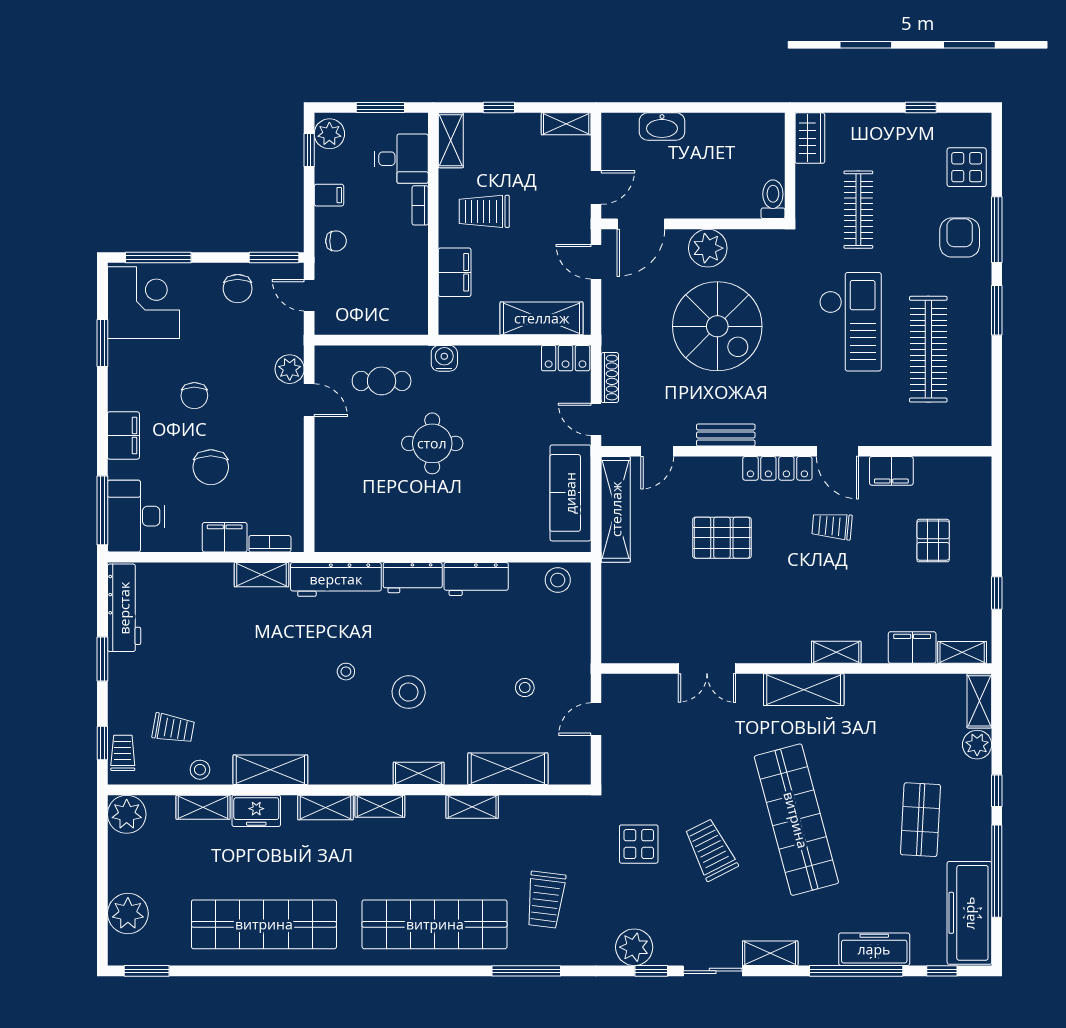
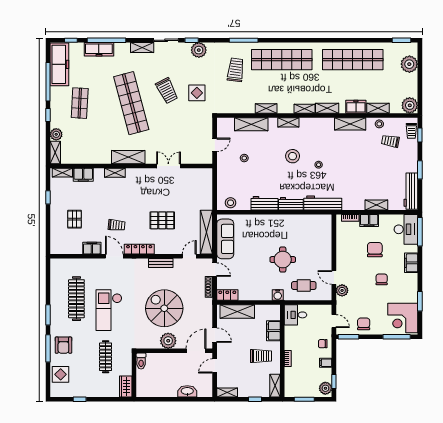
desk: (401, 159) -> (296, 315), moved
shelving: (261, 575) -> (376, 205), moved

